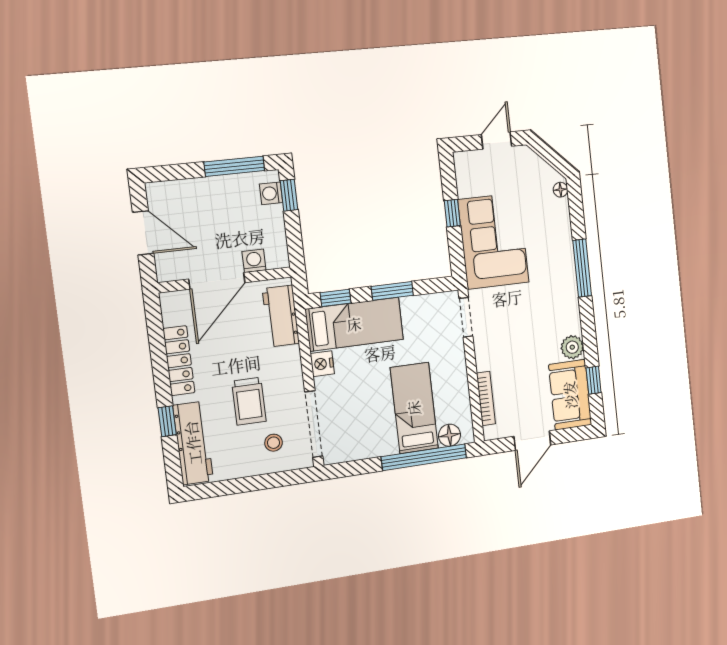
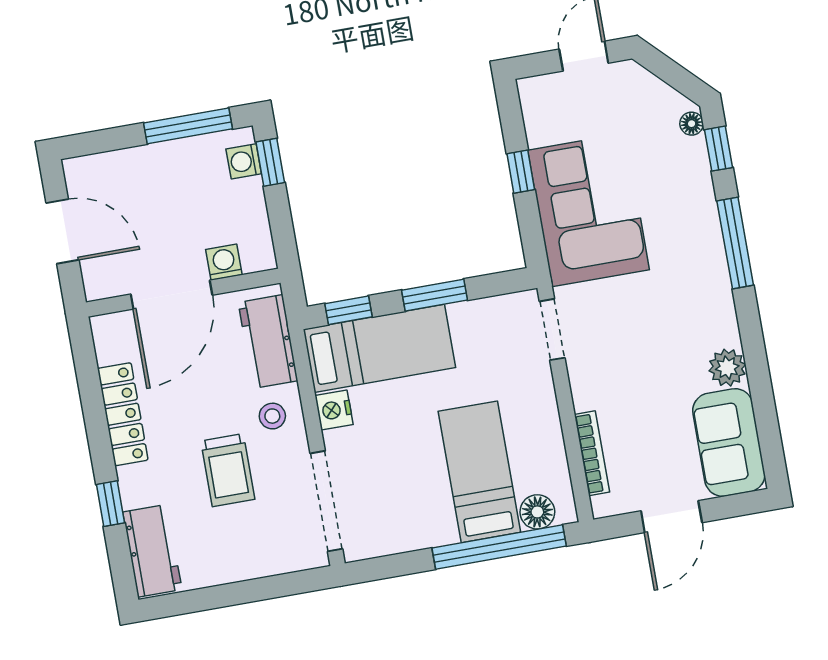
window: (594, 380) -> (719, 149), moved
workbench: (193, 443) -> (152, 551), width x0.73
stool: (274, 443) -> (272, 416), moved

